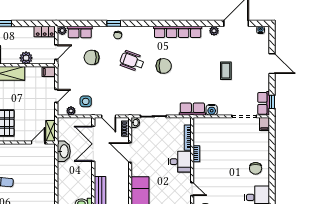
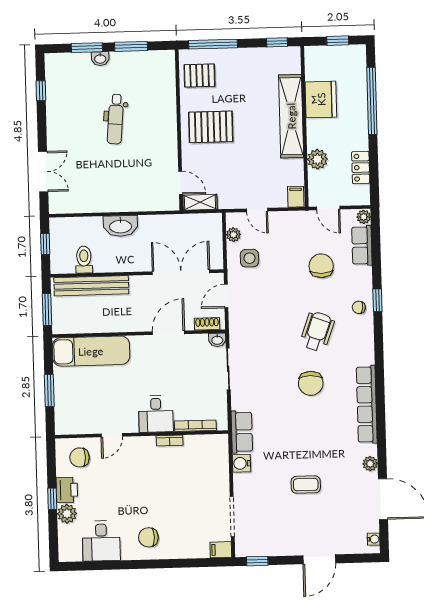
locker: (45, 31) -> (361, 168), moved
row of seats: (264, 103) -> (254, 547), removed
washbasin: (64, 151) -> (120, 226), moved

